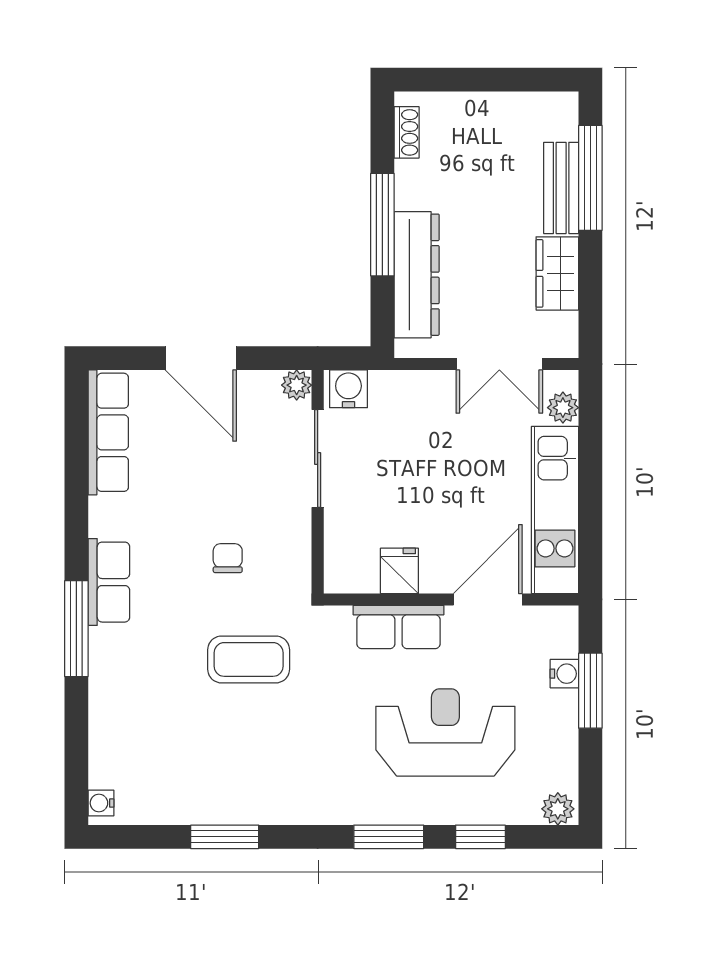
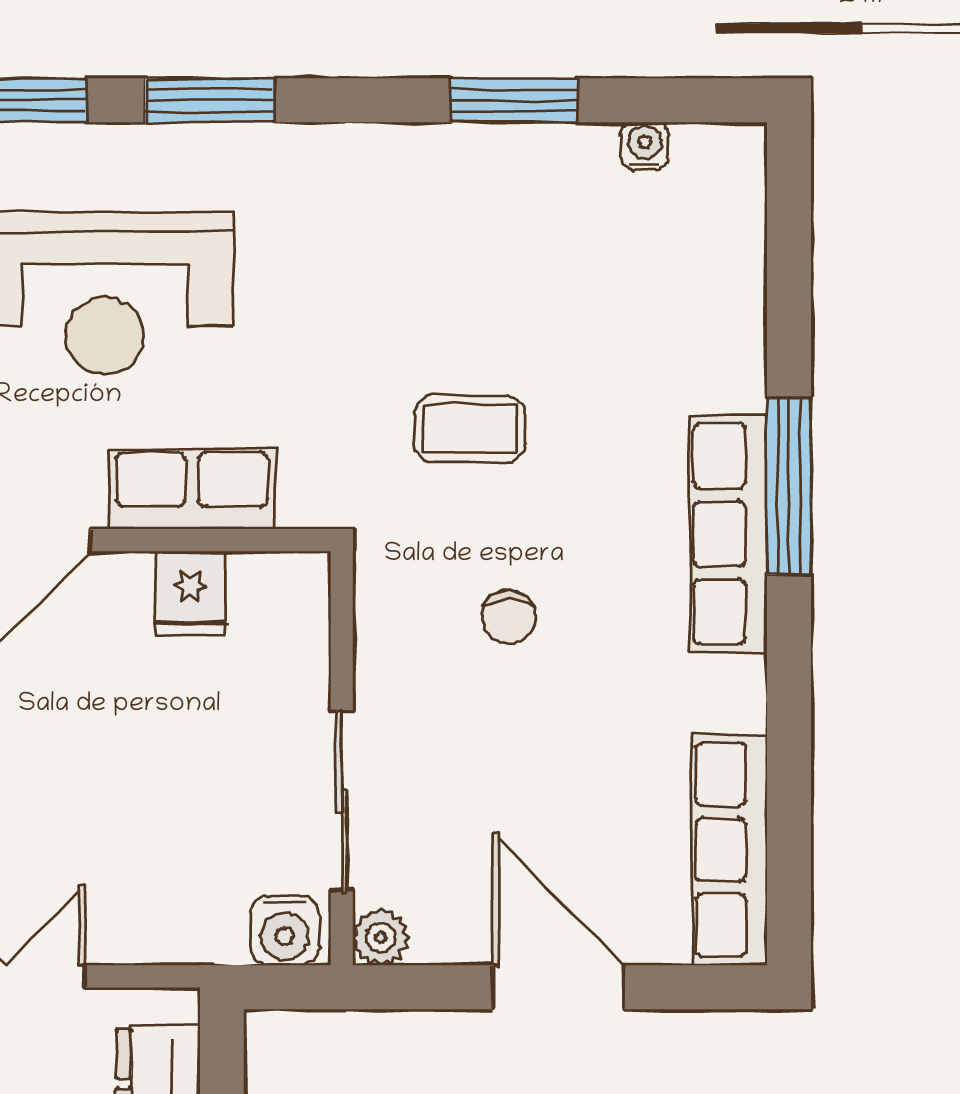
row of seats: (109, 582) -> (729, 534), width x1.48
coffee table: (249, 659) -> (470, 429), width x0.73, depth x0.77
water cooler: (101, 803) -> (645, 146), moved, turned -90

